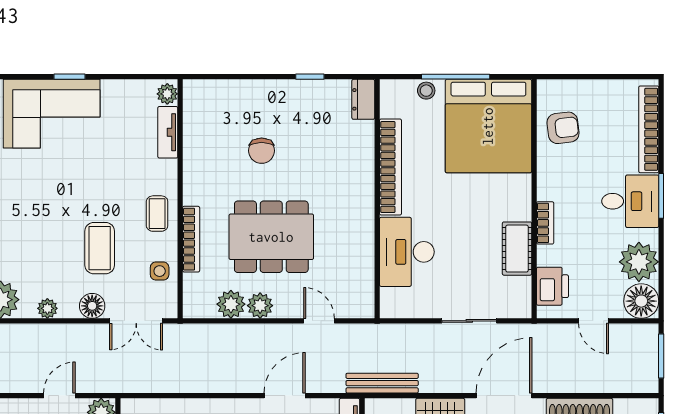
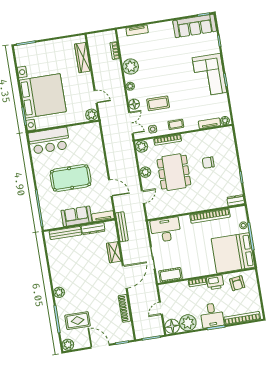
cot: (517, 249) -> (170, 275), moved
desk: (407, 252) -> (166, 230), moved
printer: (552, 286) -> (215, 282), moved
plant: (231, 304) -> (142, 146), moved
double door: (136, 321) -> (131, 123), swing flipped
door: (504, 396) -> (125, 277), hinge flipped

